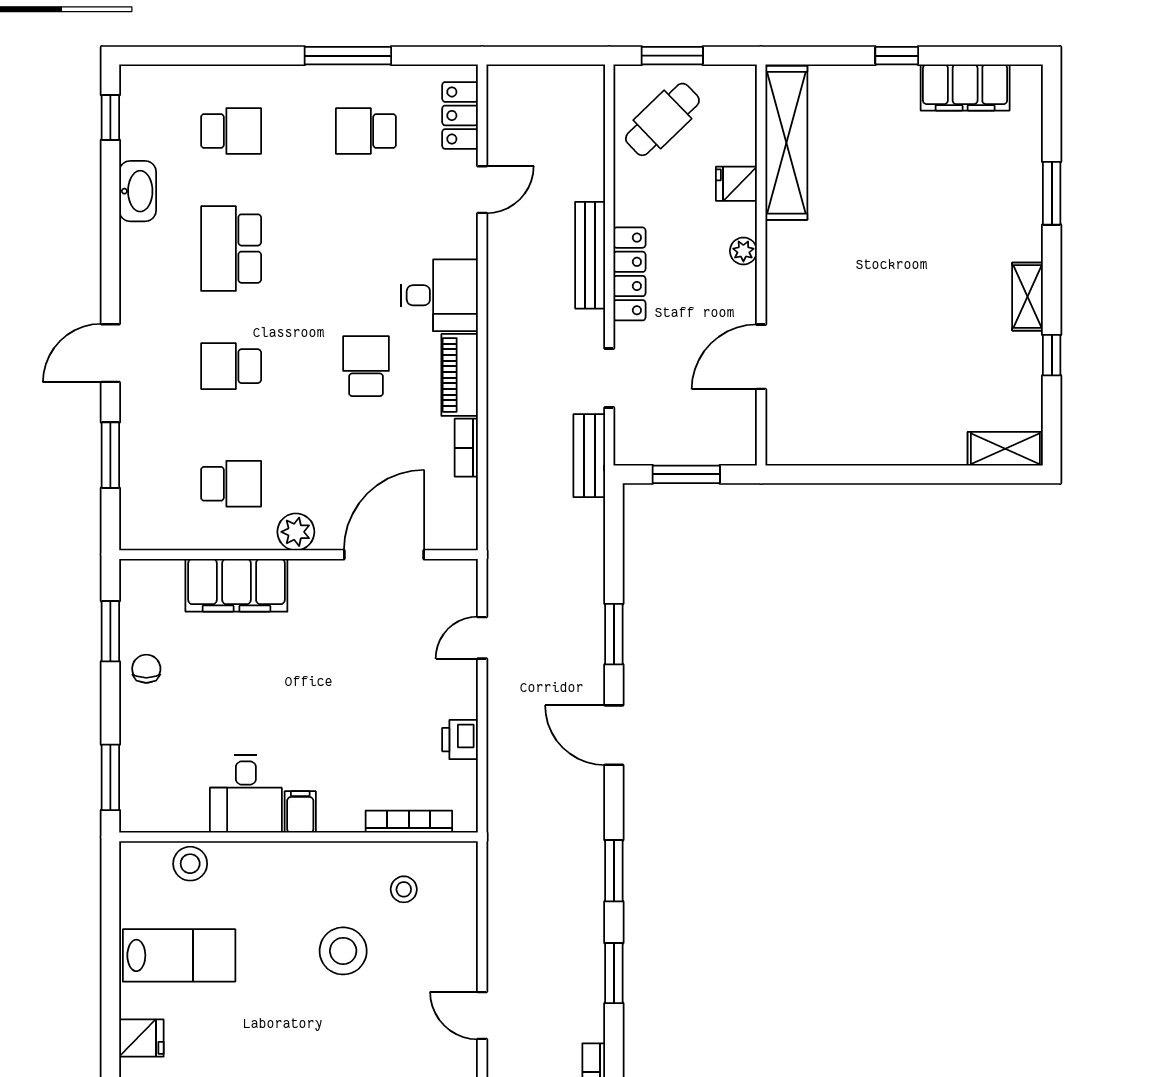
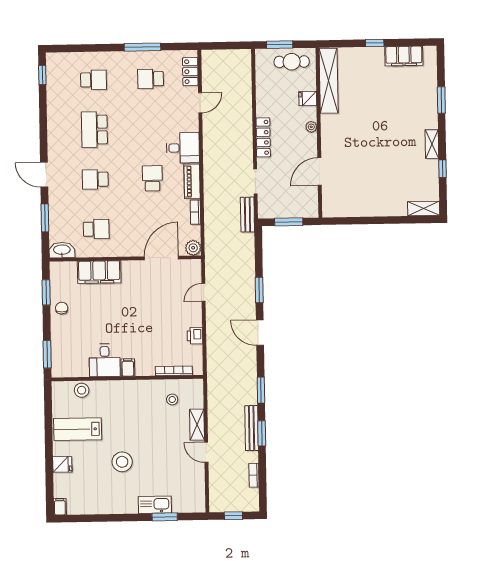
cafe table: (662, 119) -> (292, 62), moved, turned 44
washbasin: (138, 191) -> (62, 250), moved, turned -90
bench: (590, 255) -> (252, 428), moved
door: (110, 353) -> (44, 175), hinge flipped
plant: (296, 532) -> (193, 248), moved
shelving: (461, 950) -> (197, 425), added
stool: (343, 951) -> (122, 462), moved
lab bench: (179, 955) -> (78, 429), turned 180

